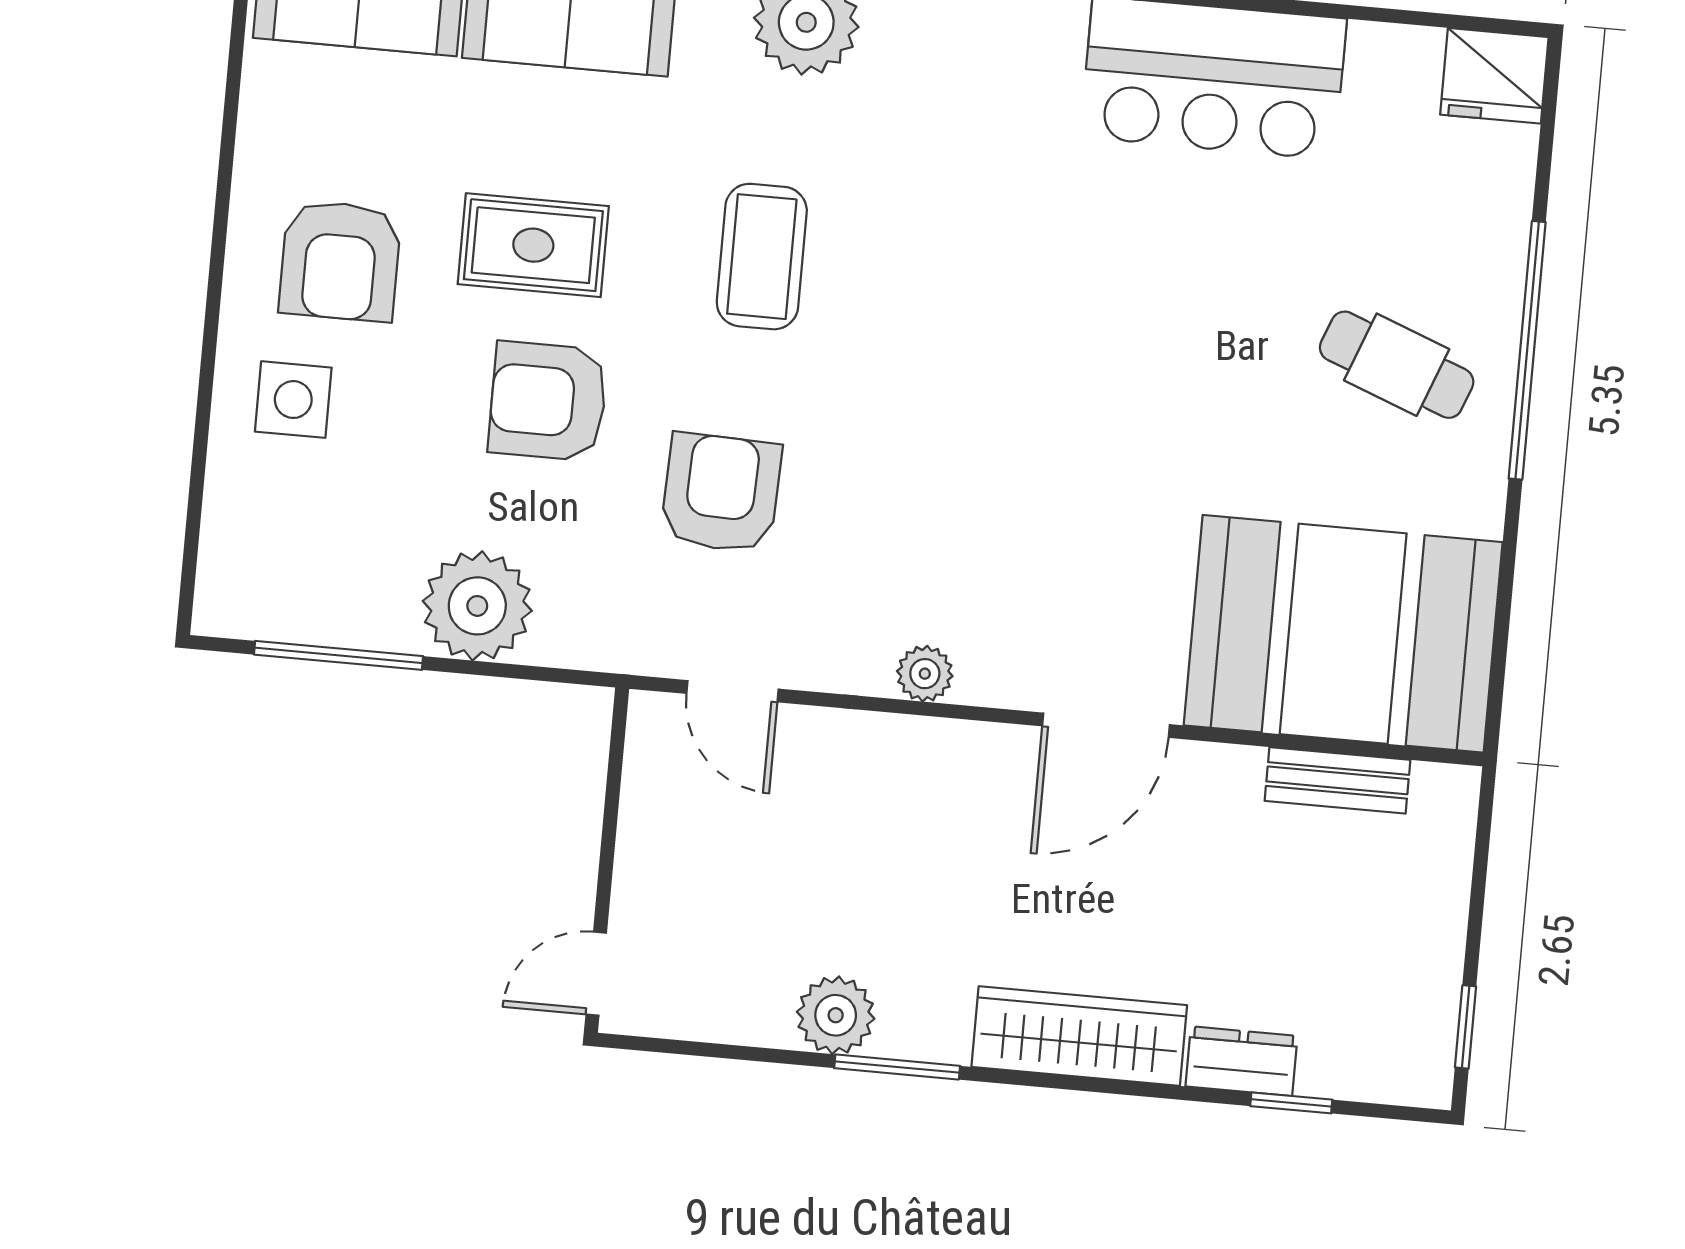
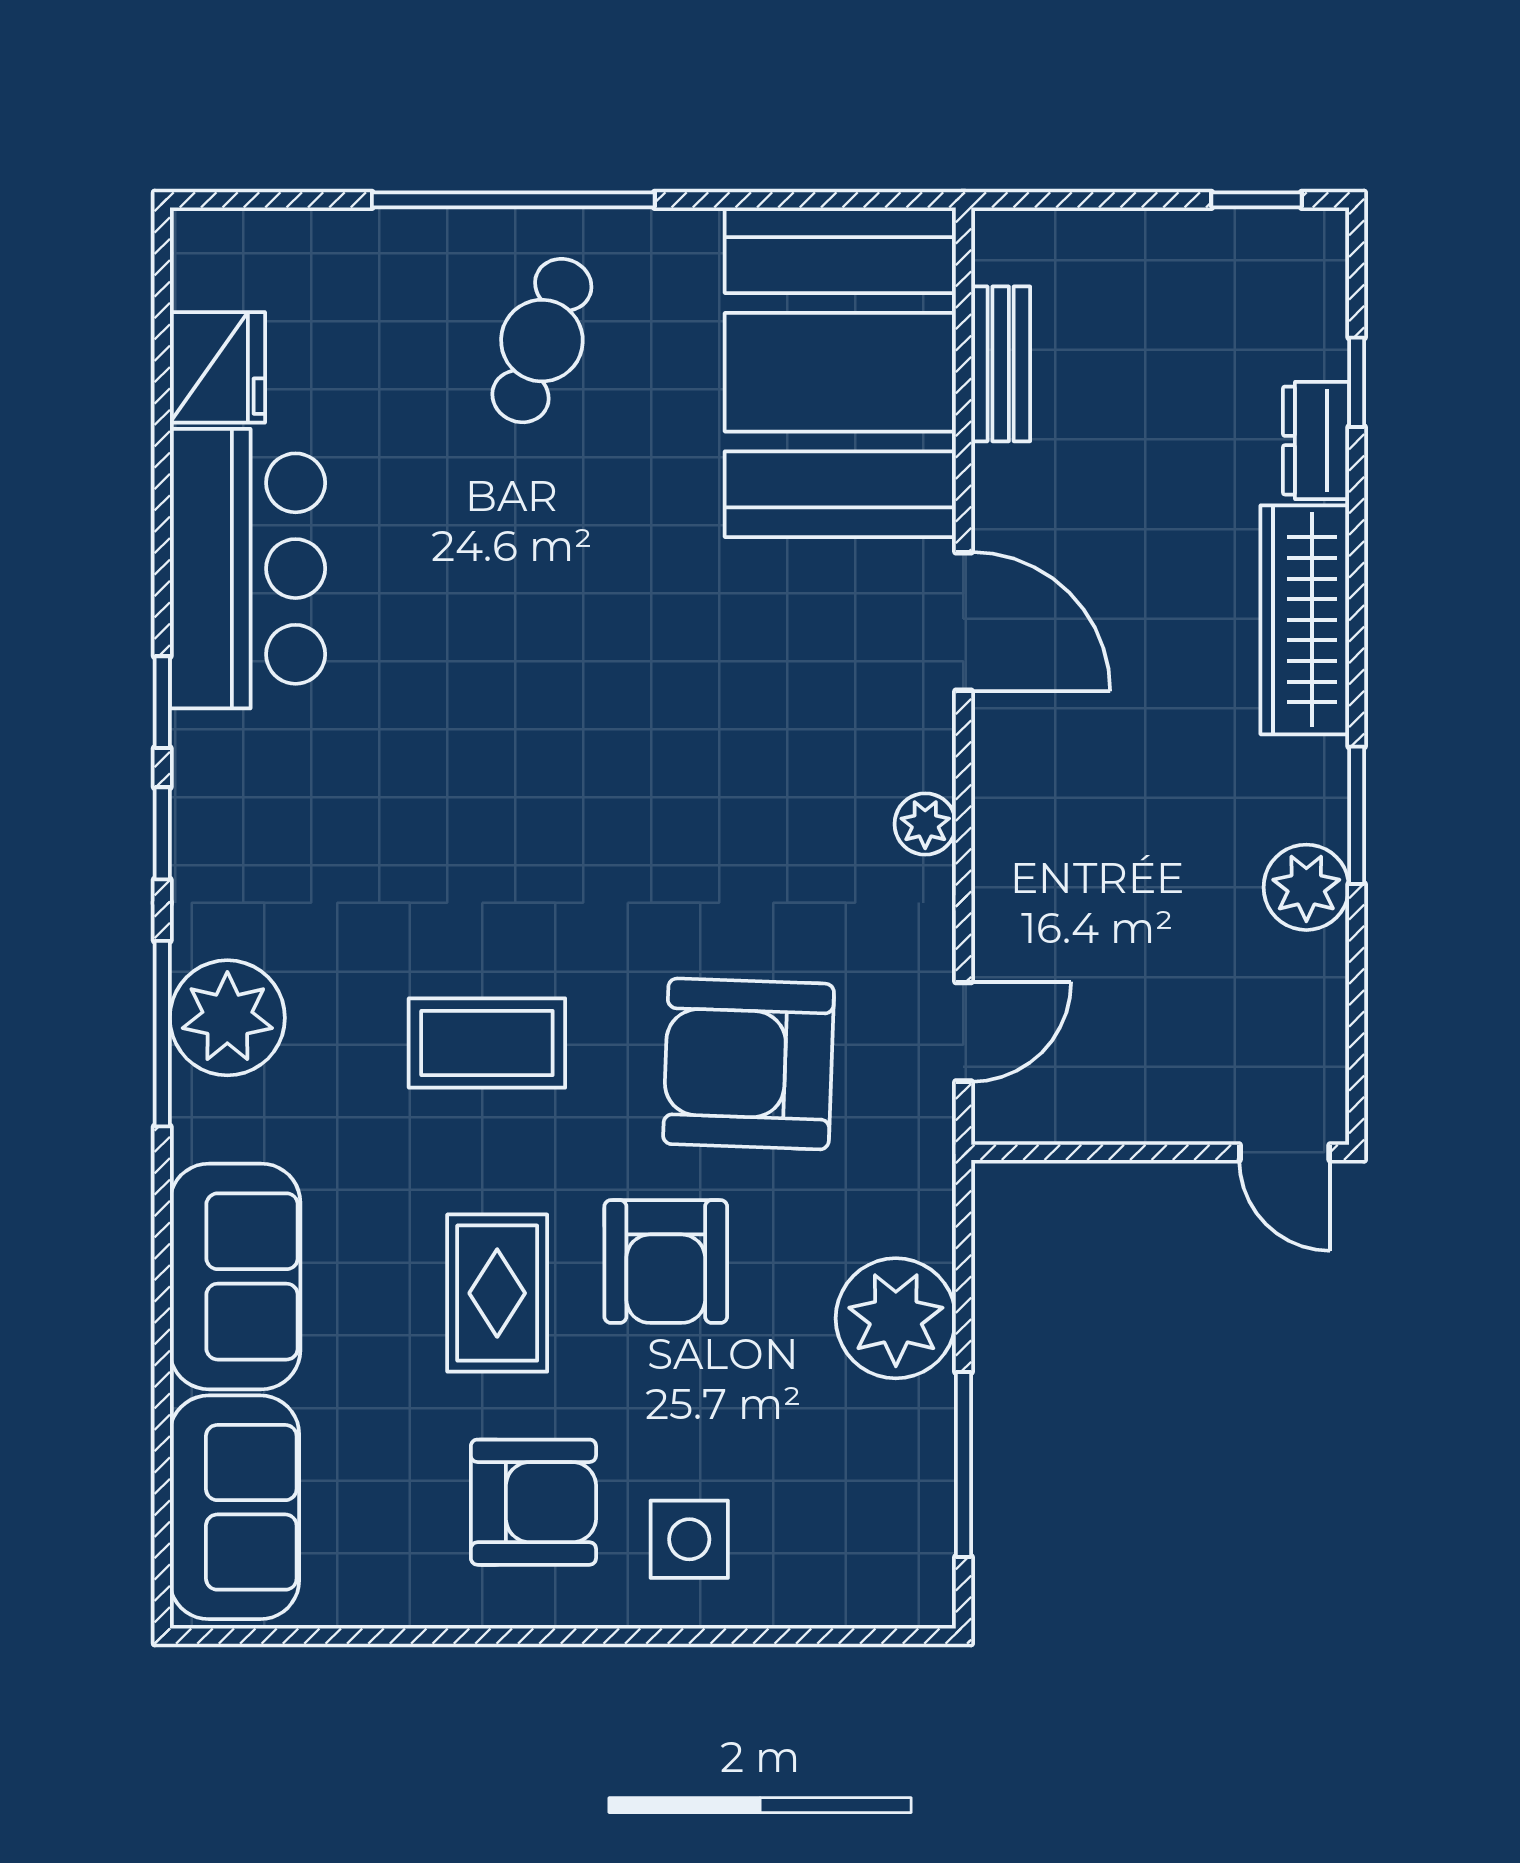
fridge: (1494, 76) -> (217, 367), moved
armchair: (721, 493) -> (749, 1064), width x1.36, depth x1.36

